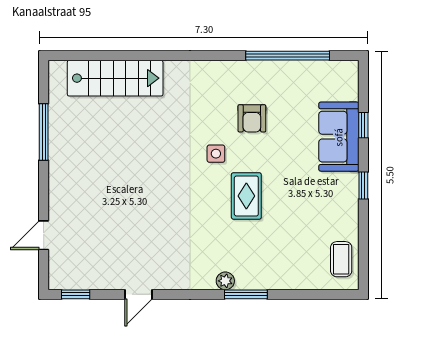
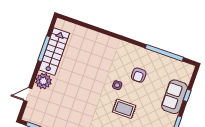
stairs: (115, 78) -> (54, 52), moved, turned -90
rug: (246, 196) -> (124, 109), turned 90
plant: (65, 197) -> (43, 81), added

